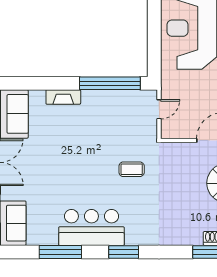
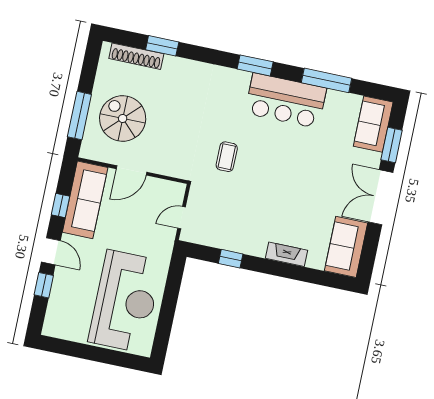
window: (110, 83) -> (231, 259), width x0.32
coffee table: (132, 169) -> (227, 157), turned 90

